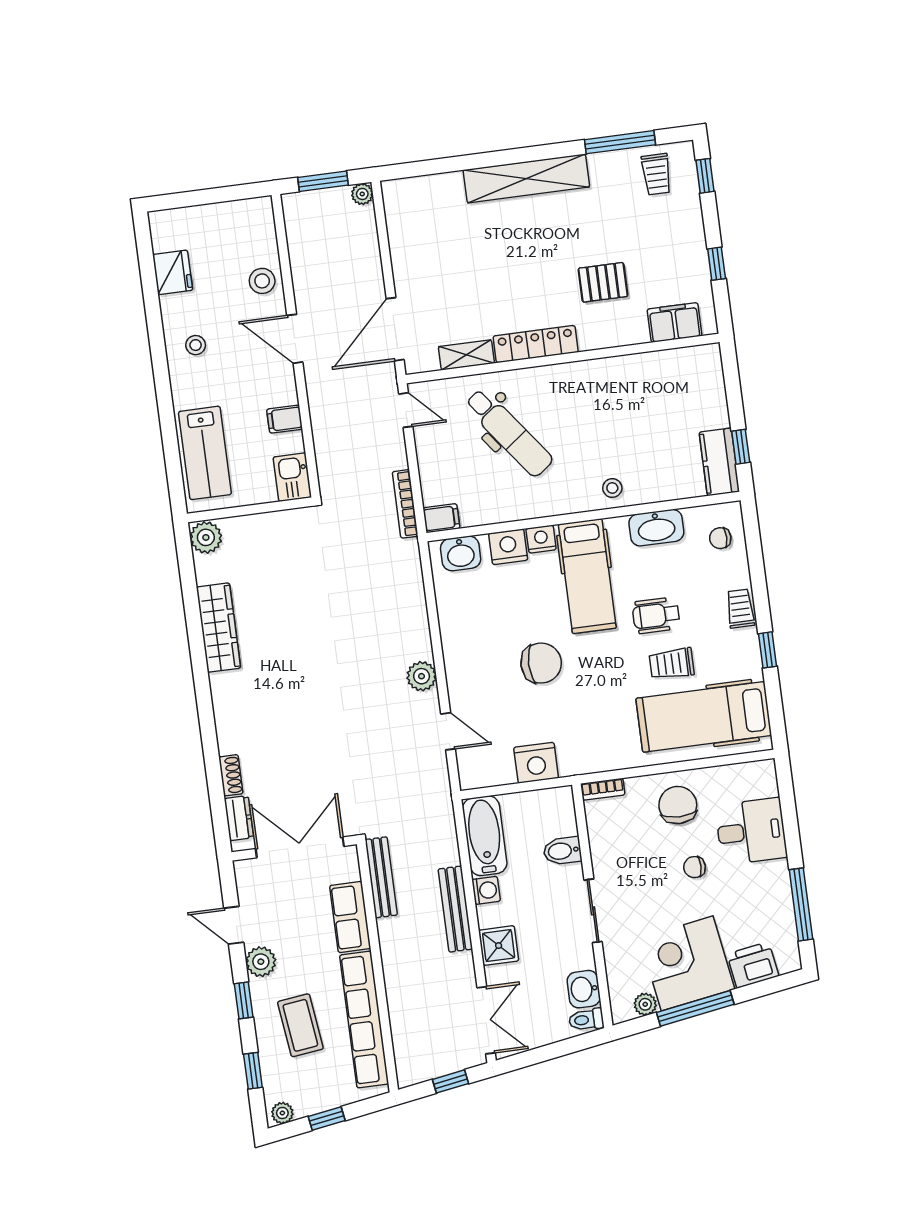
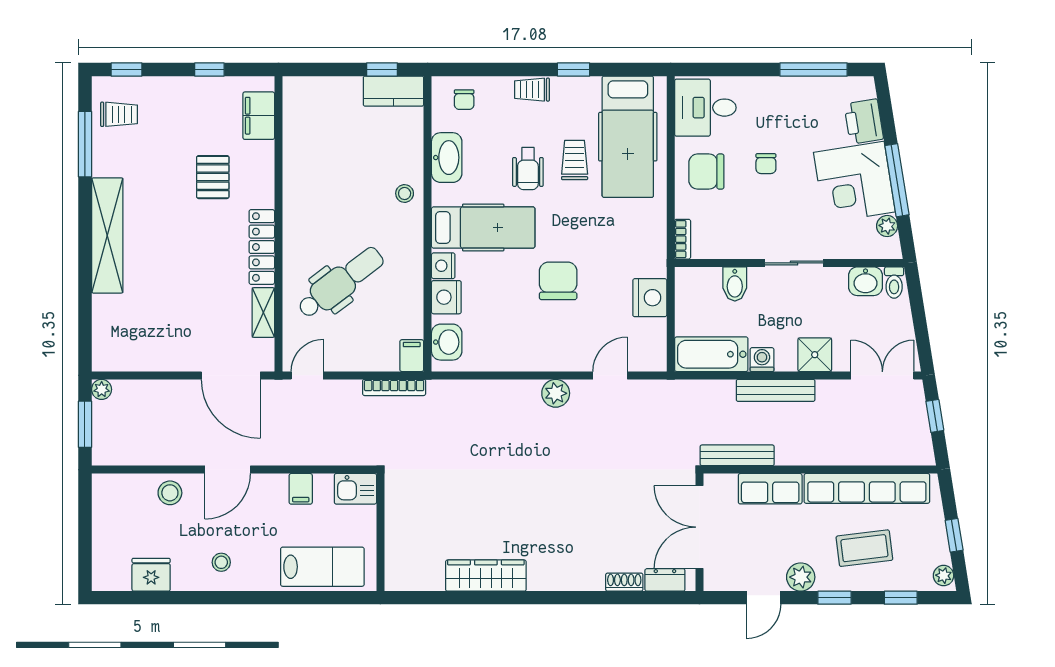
plant: (206, 537) -> (401, 576), removed
trolley: (672, 664) -> (575, 160), turned 180
desk: (751, 831) -> (705, 108), moved, turned -90

